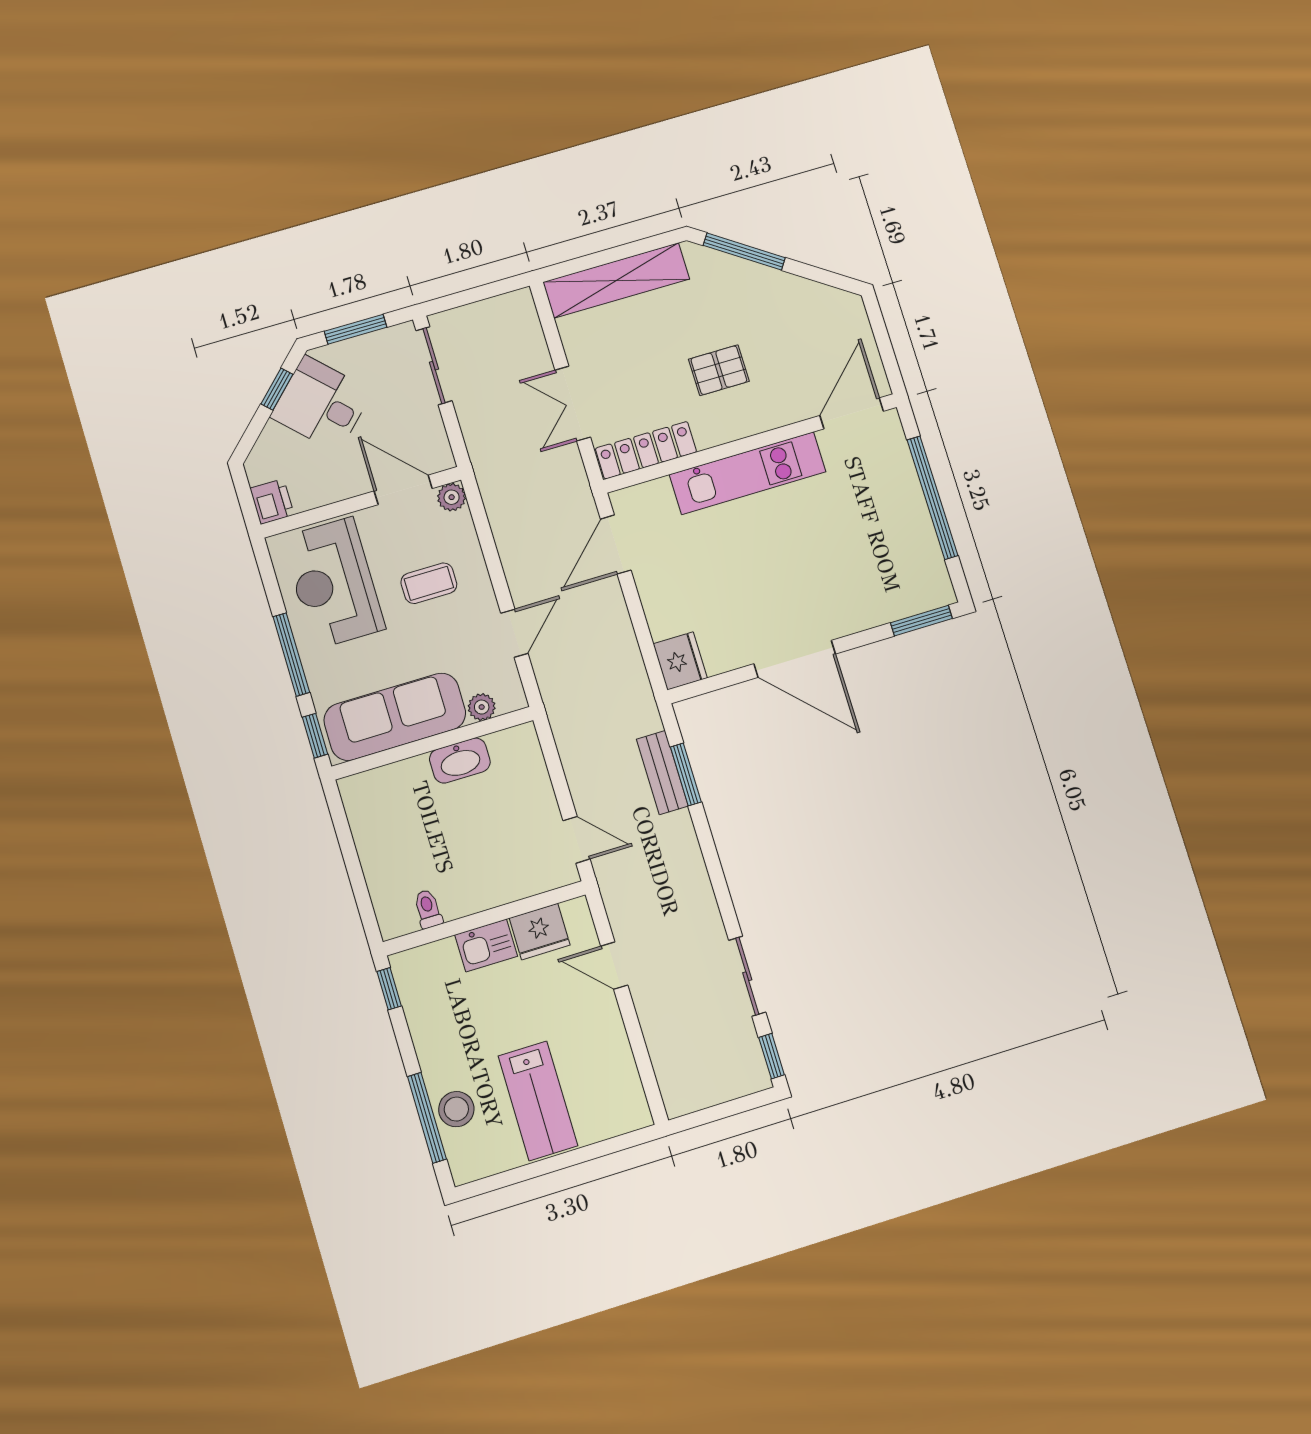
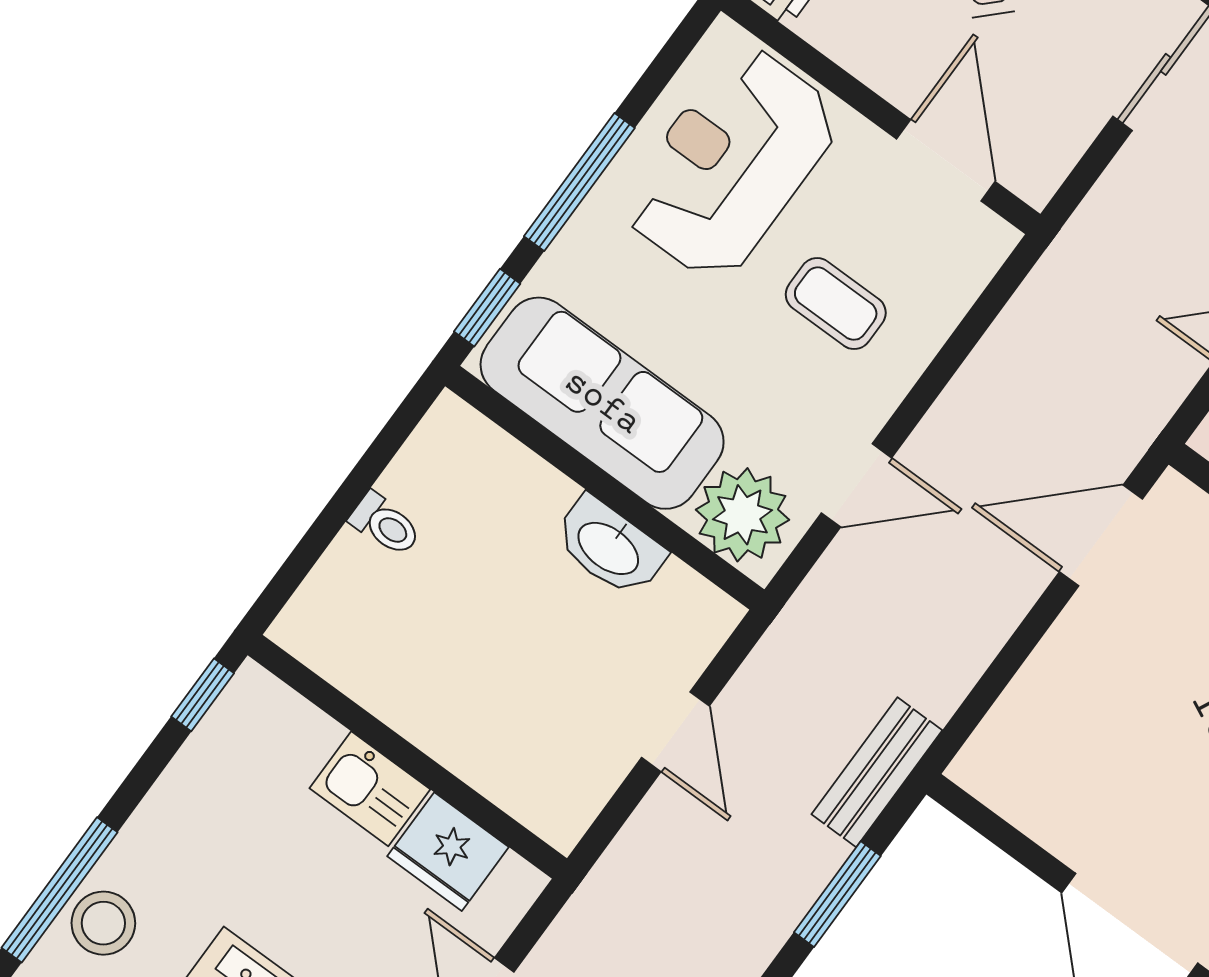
plant: (452, 497) -> (989, 240), removed
fridge: (680, 661) -> (999, 761), removed
plant: (482, 707) -> (742, 515), width x1.87, depth x1.87
bench: (662, 773) -> (877, 772), moved
door: (576, 840) -> (676, 732), moved
toilet: (428, 909) -> (385, 524), moved, turned 90

